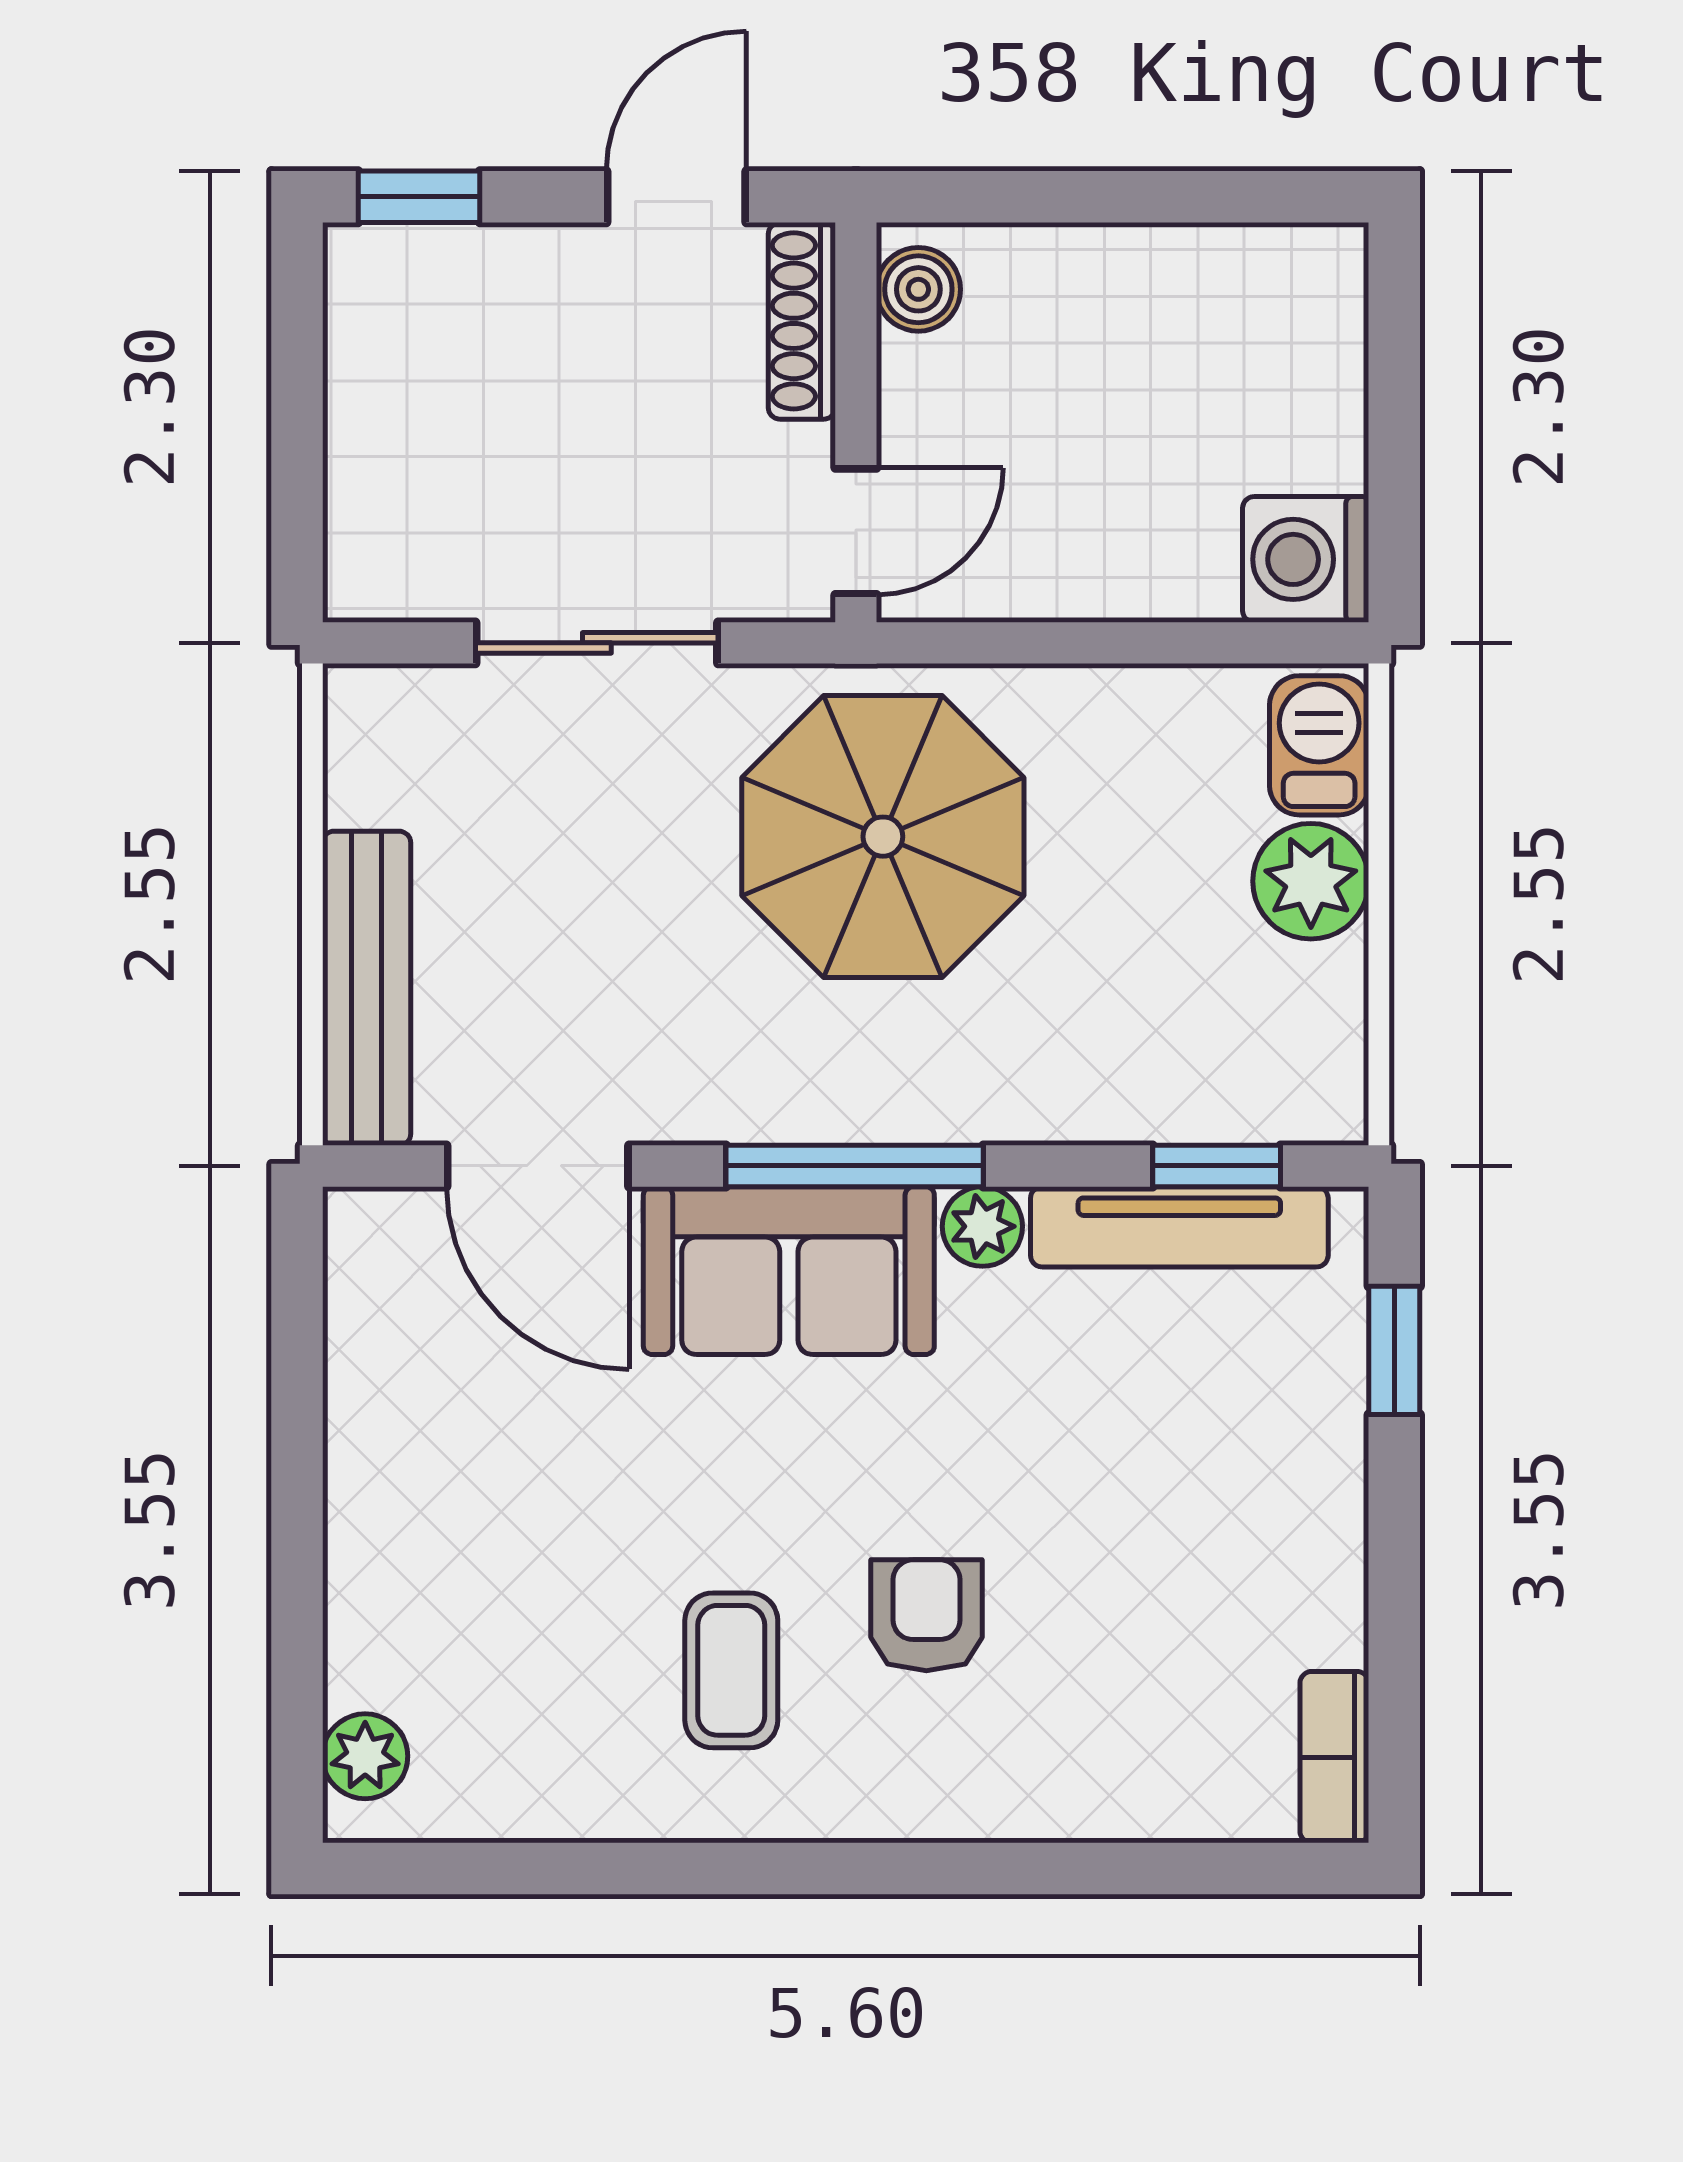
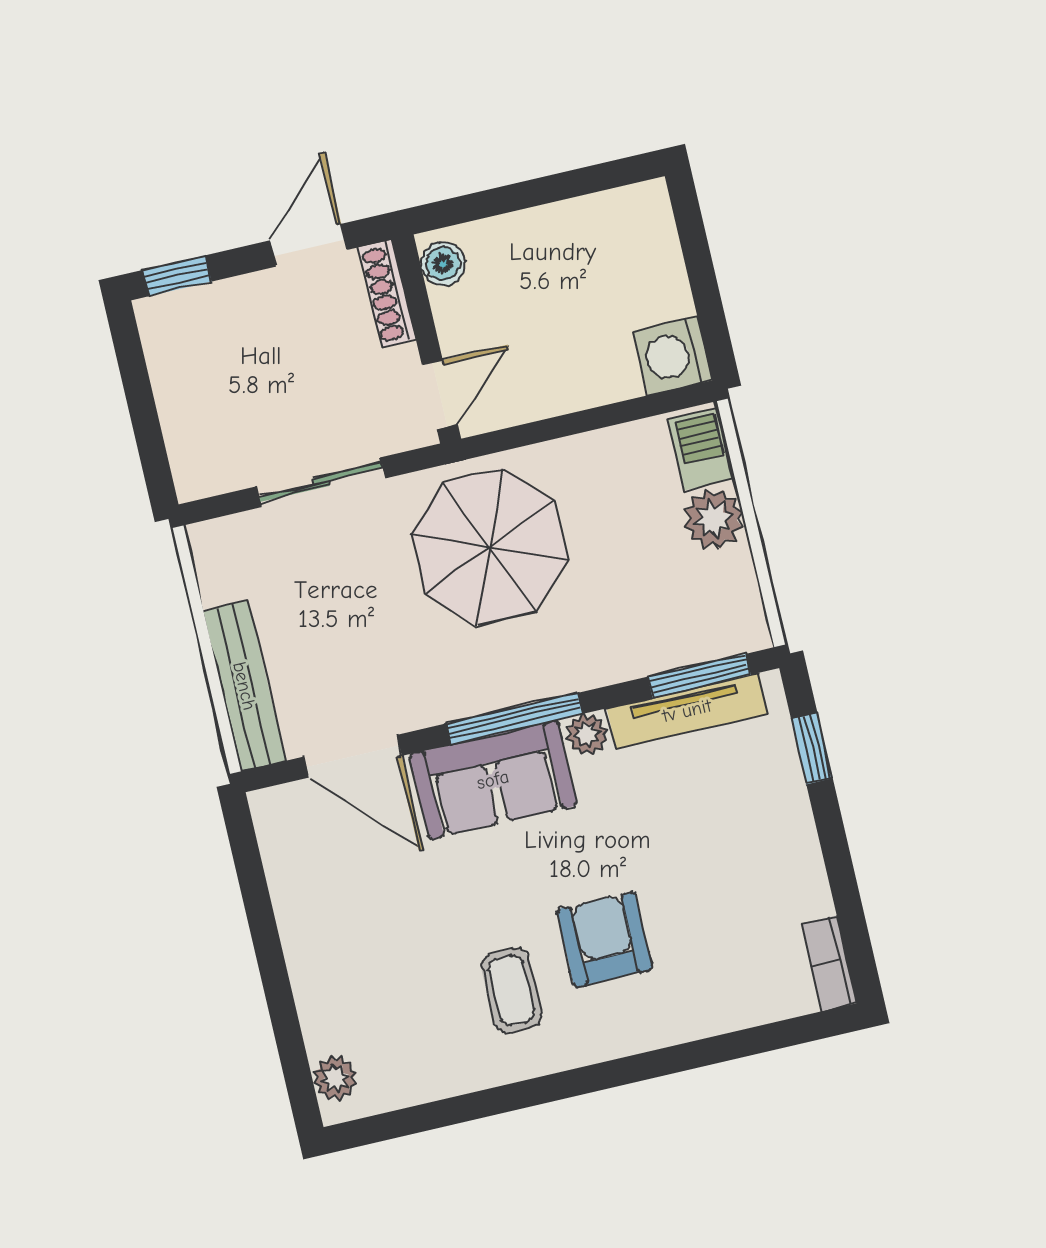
window: (1217, 1166) -> (699, 676), width x1.50
armchair: (926, 1615) -> (605, 939), width x1.38, depth x1.38

